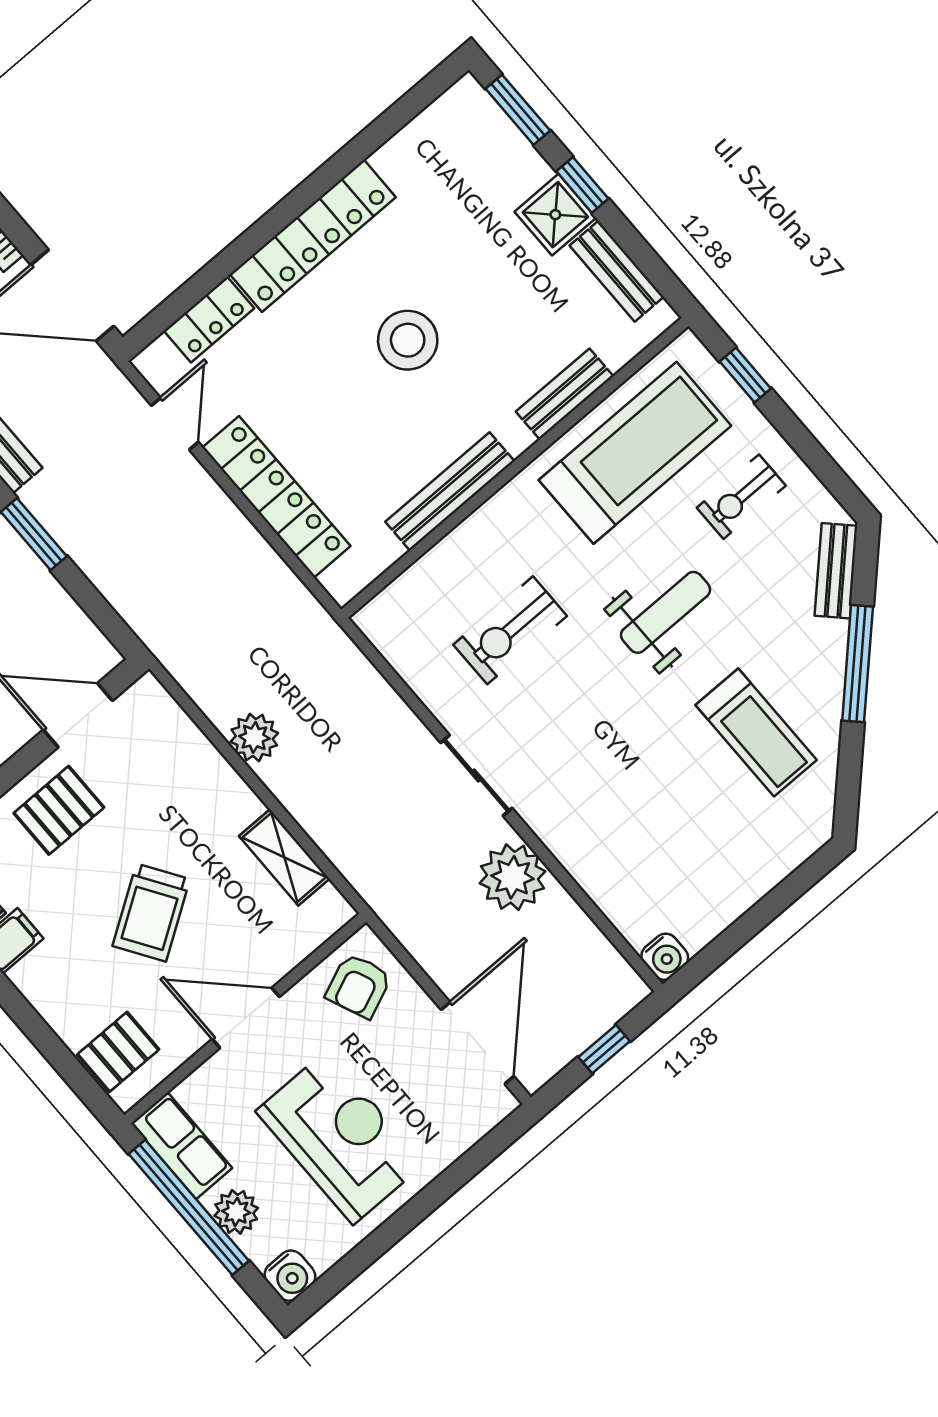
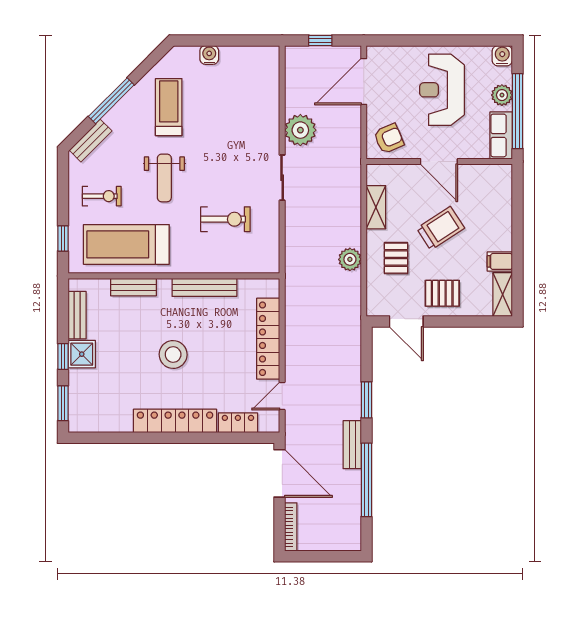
weight bench: (666, 612) -> (164, 178), turned -90
water cooler: (665, 957) -> (209, 55), moved
pallet: (118, 1052) -> (396, 258), moved, turned 90

